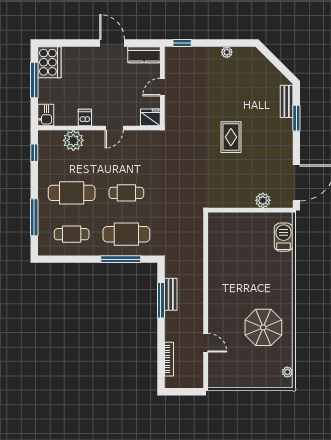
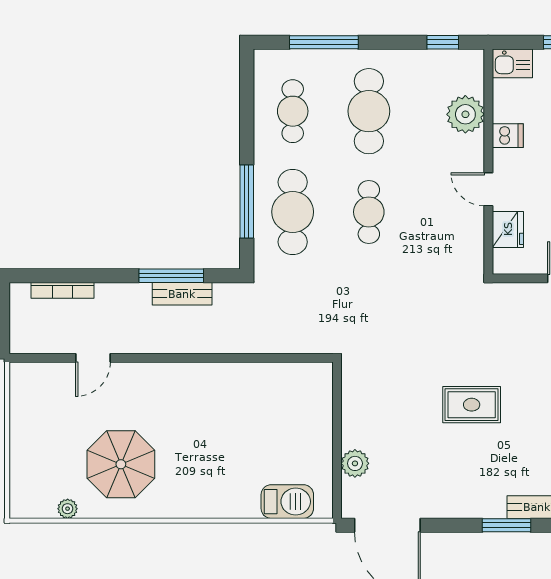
fridge: (150, 117) -> (508, 229), moved
plant: (287, 372) -> (68, 509), moved

